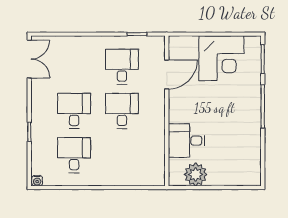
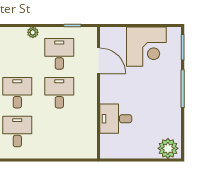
plant: (92, 42) -> (33, 32), added
door: (167, 74) -> (99, 61), hinge flipped
plant: (196, 174) -> (168, 148), moved

